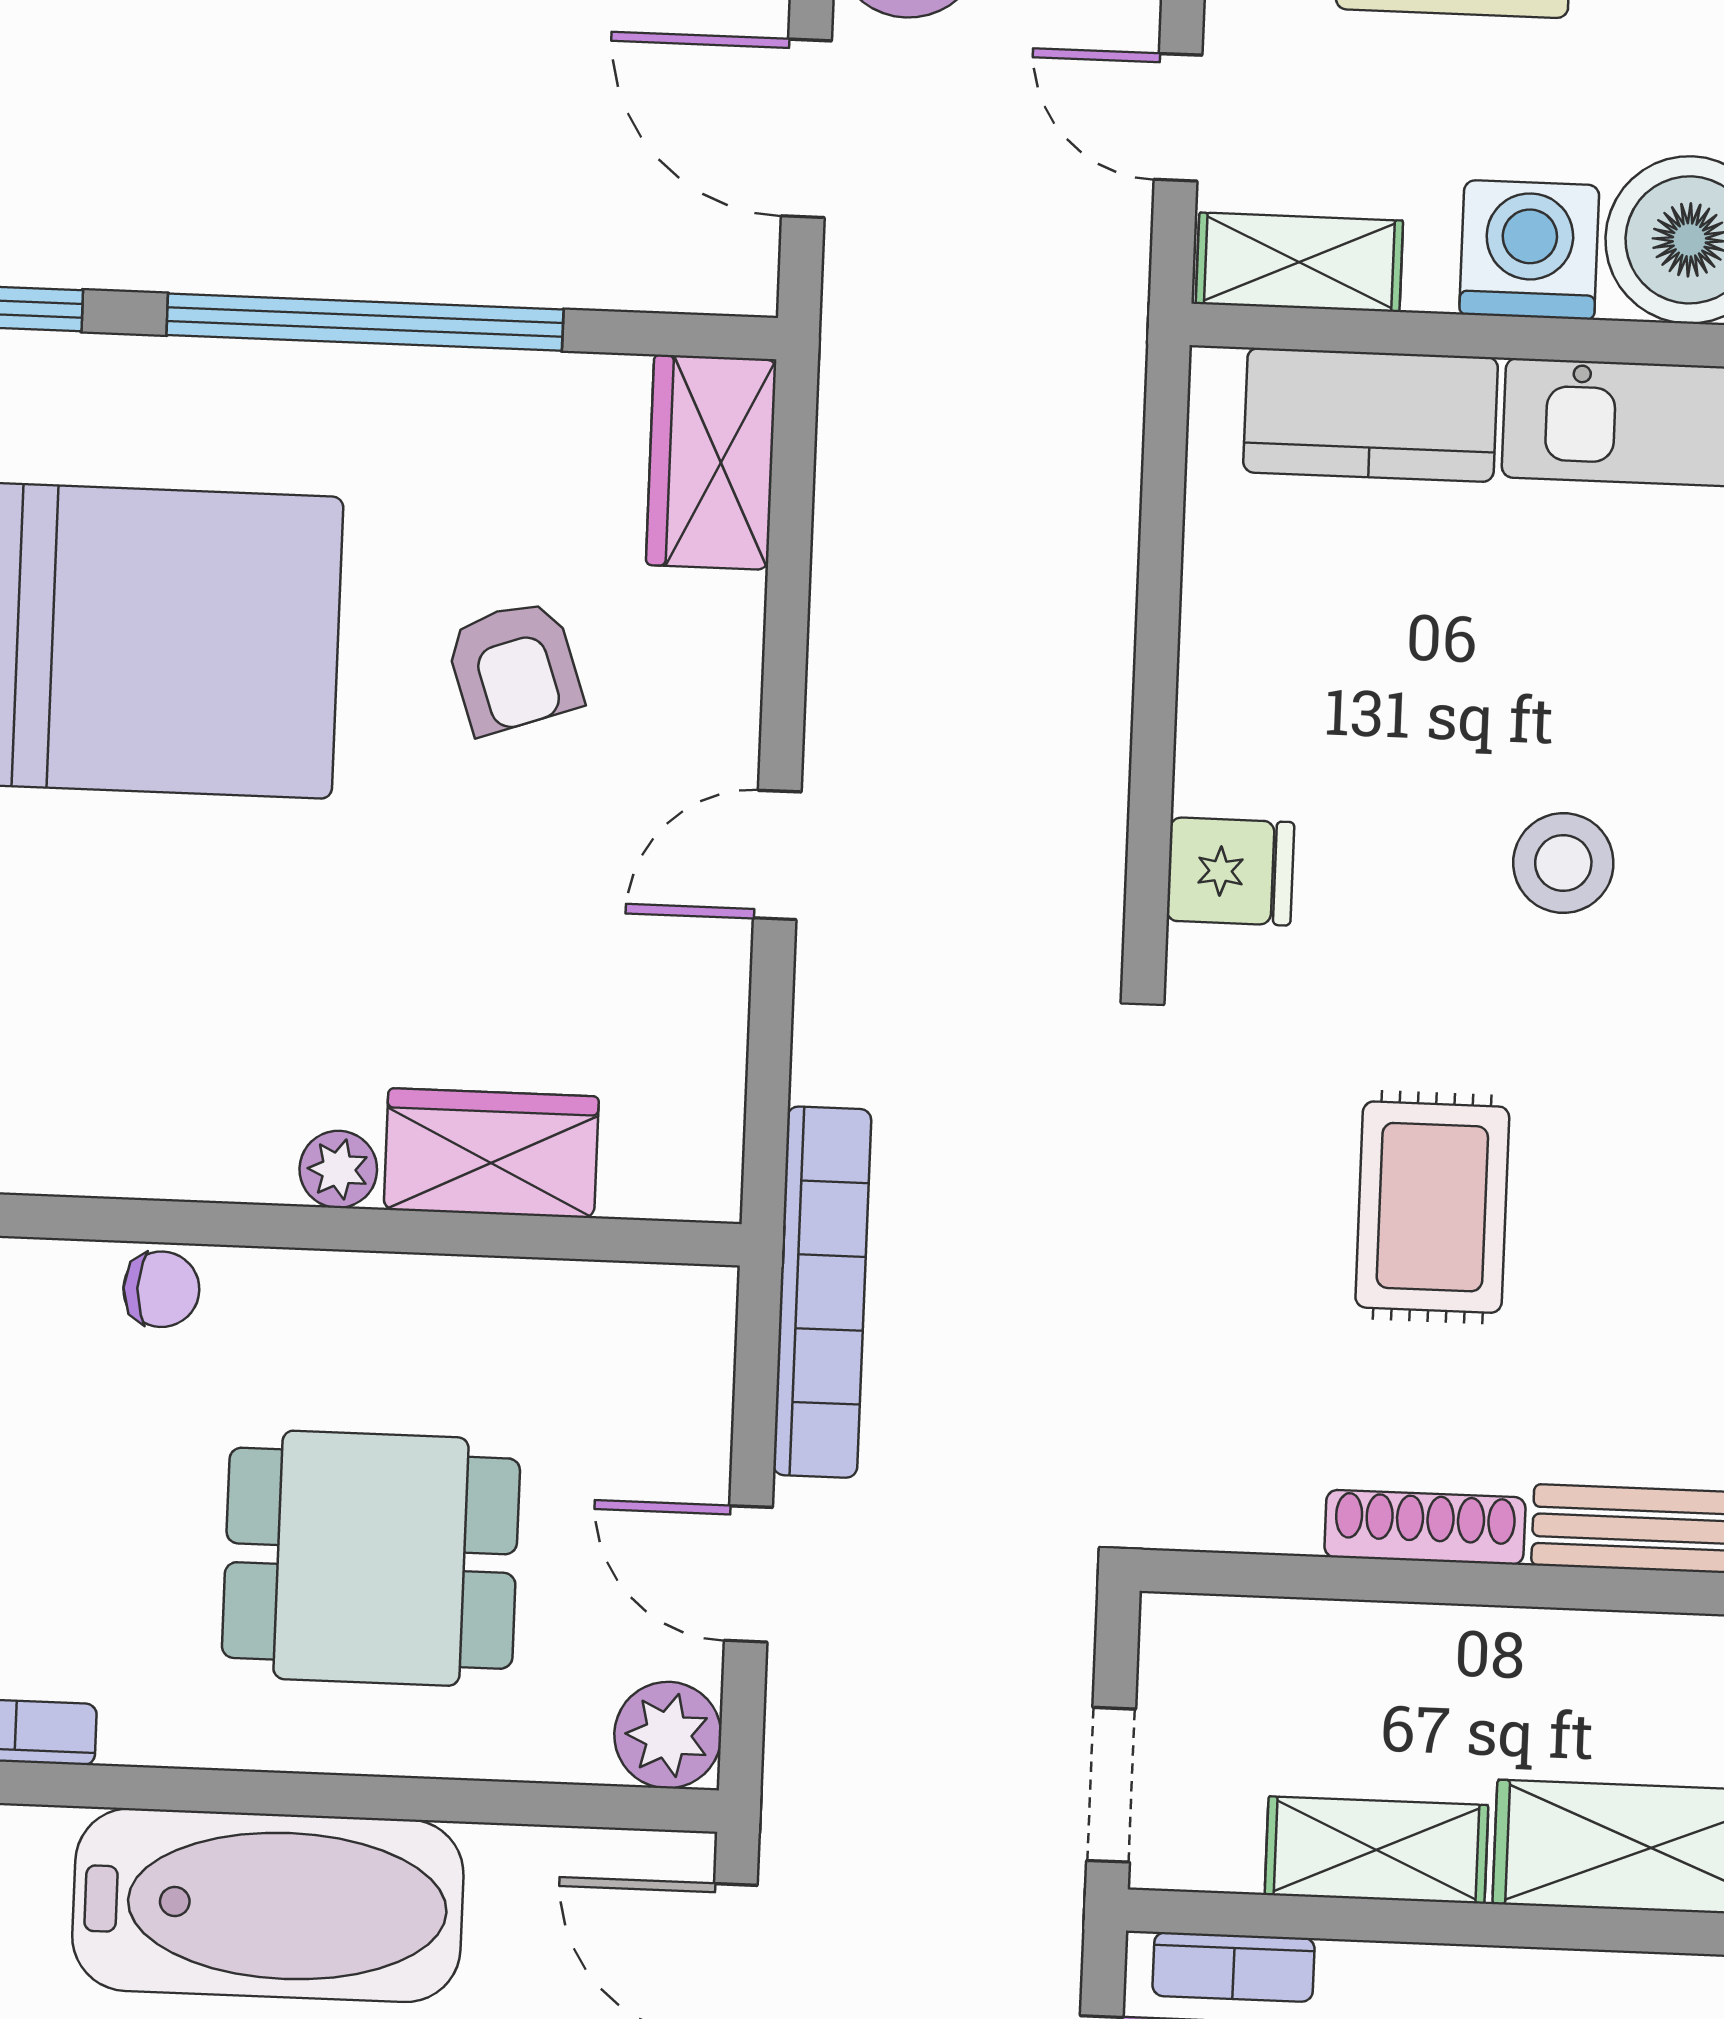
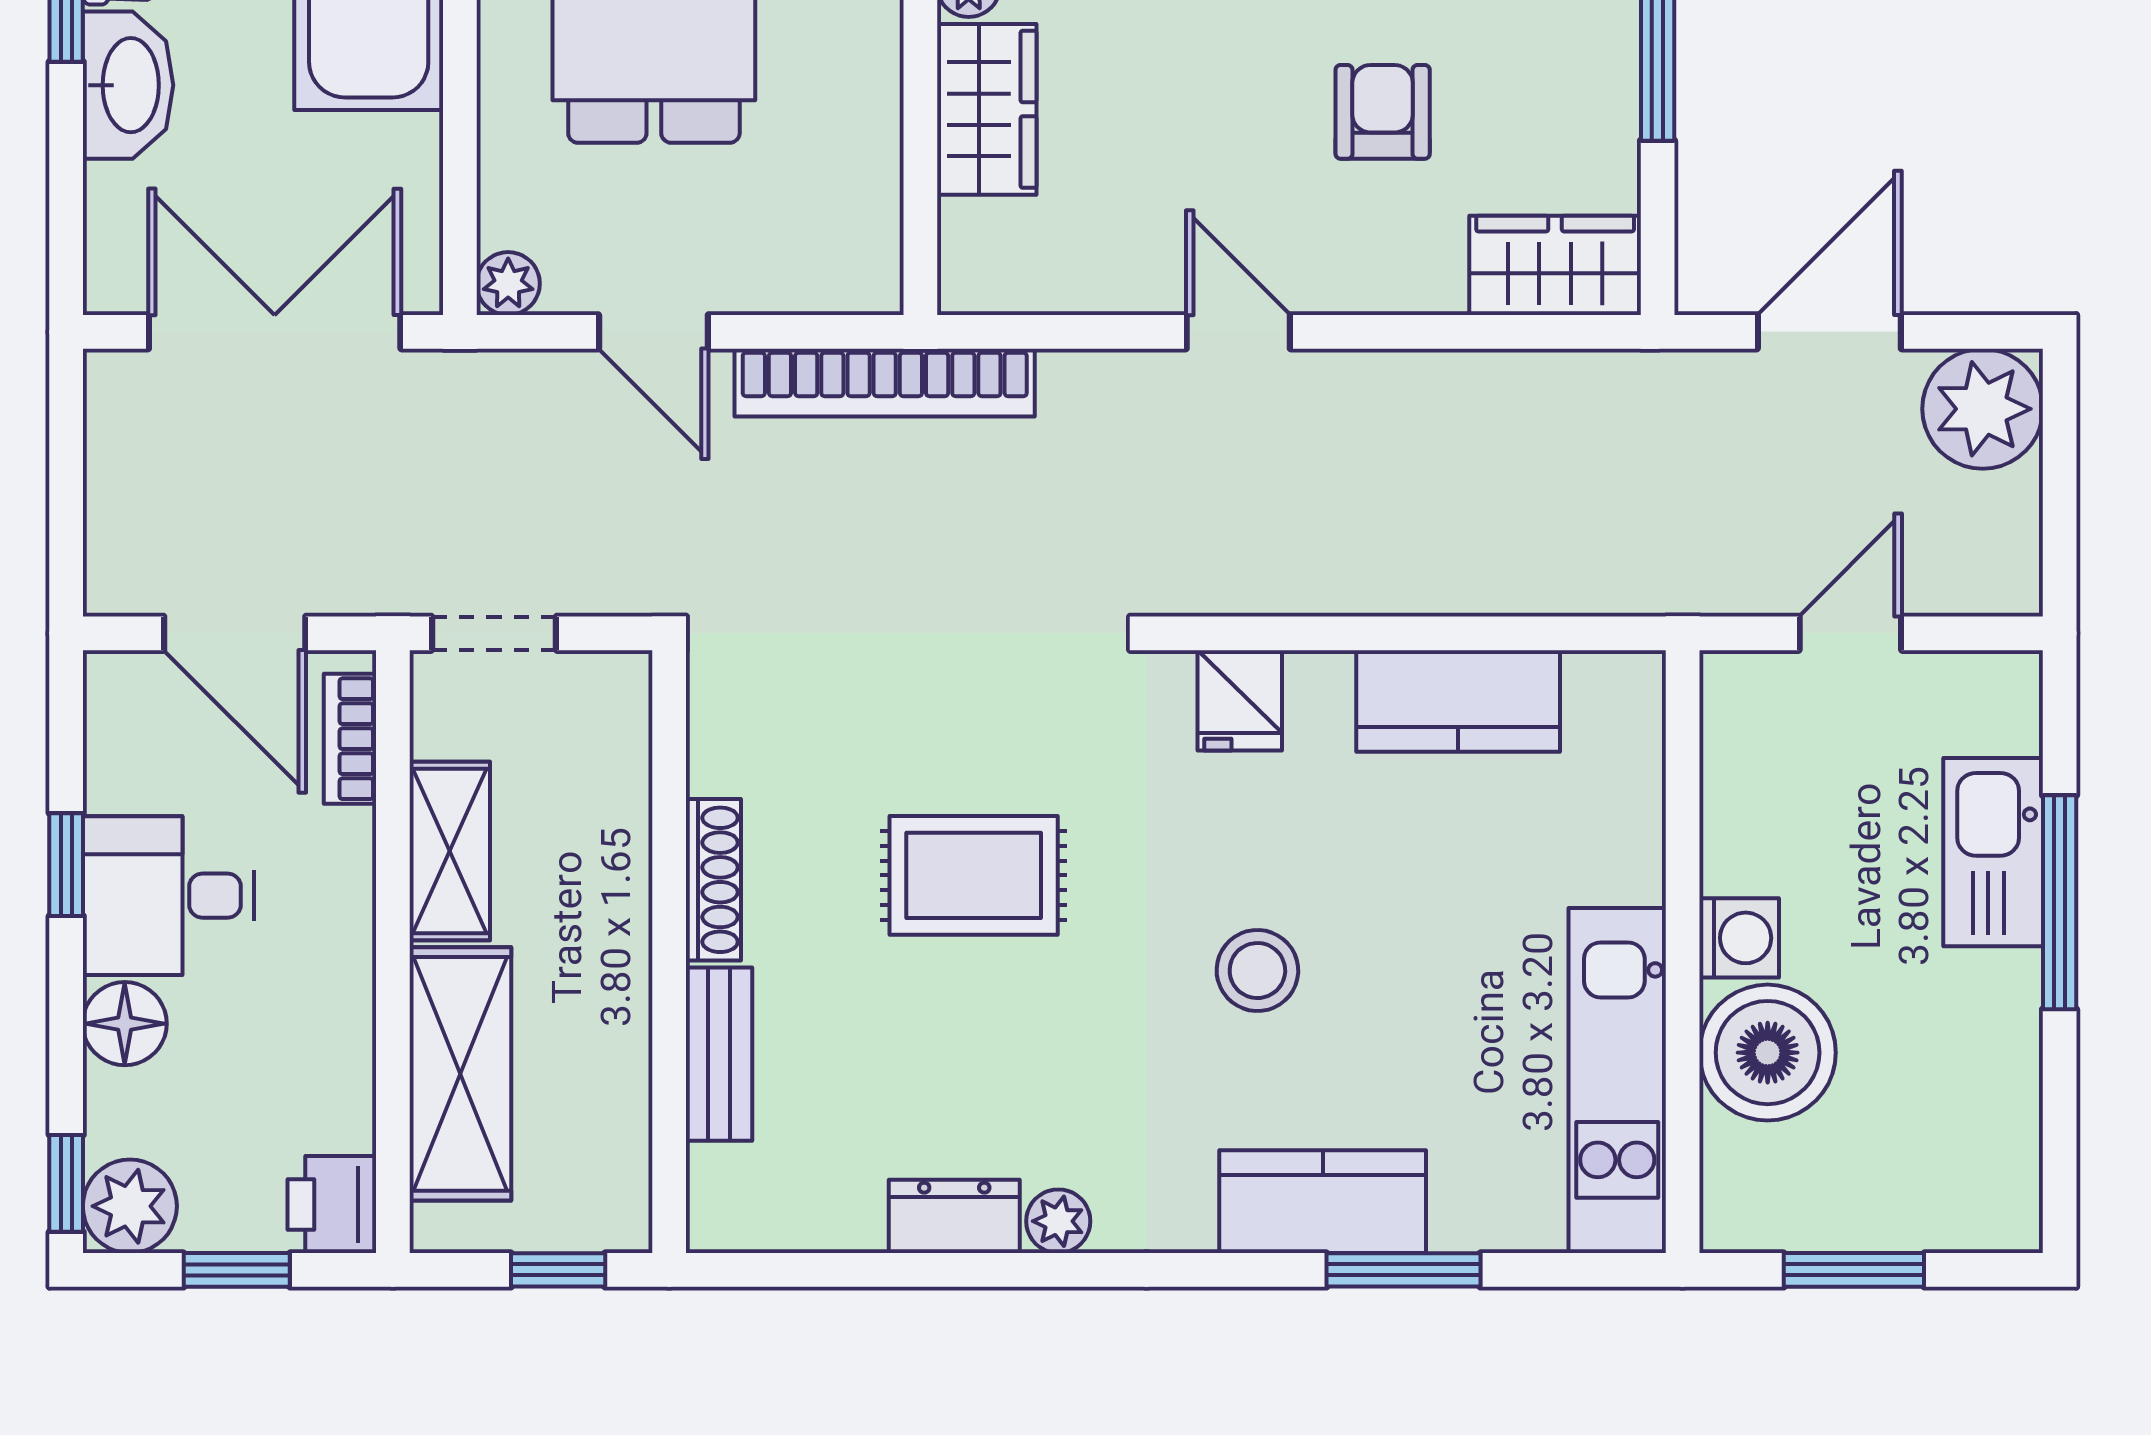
washing machine: (1529, 250) -> (1739, 938), width x0.73, depth x0.73
shelving: (1299, 262) -> (1737, 737), removed
kitchen counter: (1371, 415) -> (1458, 701), moved, turned -90
armchair: (514, 667) -> (1383, 112), turned 109
door: (748, 1574) -> (653, 332), swing flipped
plant: (668, 1735) -> (508, 284), width x0.73, depth x0.73

